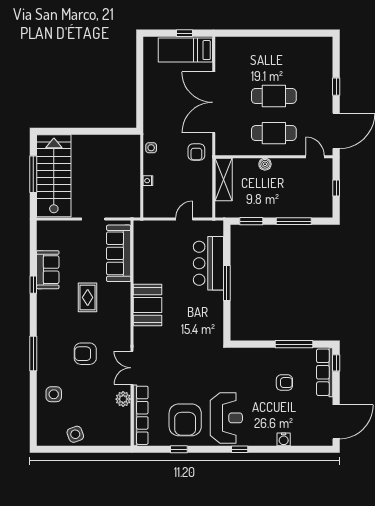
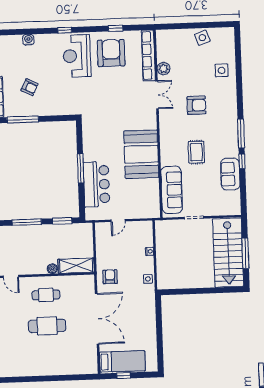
cafe table: (274, 133) -> (46, 295), width x0.73, depth x0.74
shelving: (224, 180) -> (76, 266), moved, turned 90
booth: (148, 305) -> (141, 154), width x1.36, depth x1.42
window: (33, 354) -> (241, 134), moved
armchair: (284, 383) -> (30, 87), turned -153

